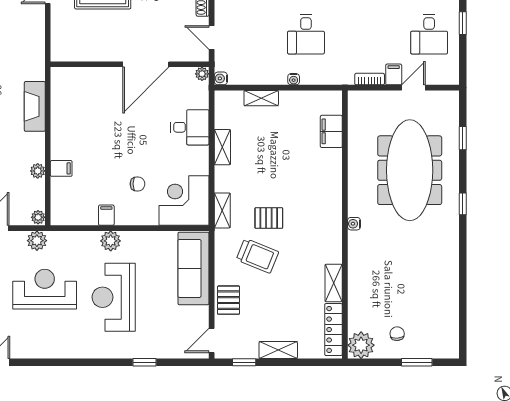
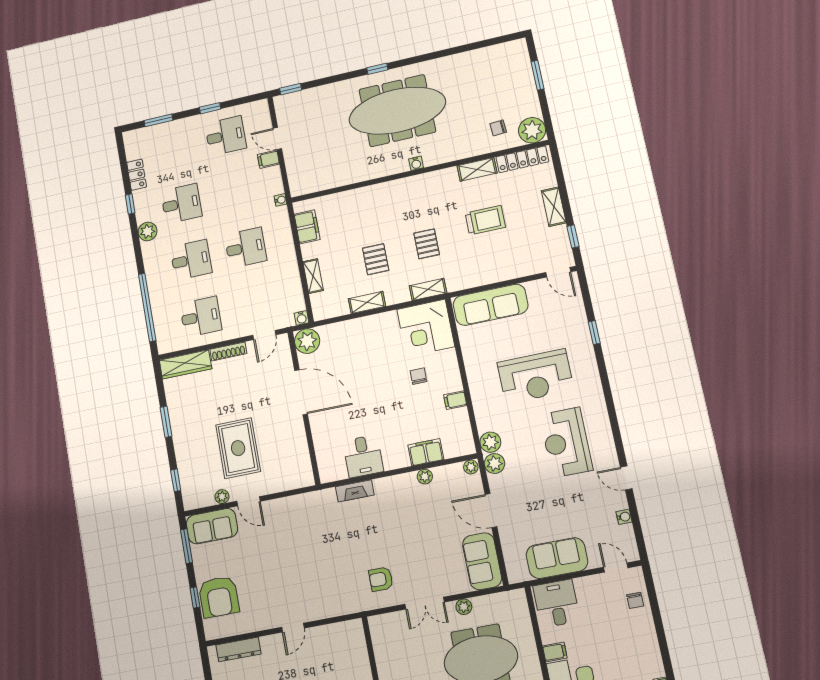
plant: (202, 74) -> (307, 341), width x1.87, depth x1.87
water cooler: (294, 79) -> (281, 200), moved
bookcase: (370, 79) -> (277, 180), removed
fireplace: (35, 106) -> (355, 491), width x0.73, depth x0.76
desk: (190, 127) -> (363, 456), moved, turned 180
filing cabinet: (331, 131) -> (307, 227), moved, turned -90
window: (463, 138) -> (291, 89), moved
filing cabinet: (61, 168) -> (426, 452), width x2.00
meeting table: (410, 170) -> (397, 111), moved
plant: (111, 241) -> (490, 442), moved
trolley: (257, 256) -> (485, 220), moved, turned 68
reception desk: (45, 289) -> (566, 442), moved
pallet: (229, 300) -> (376, 259), moved, turned 90
chair: (397, 334) -> (498, 128), moved

